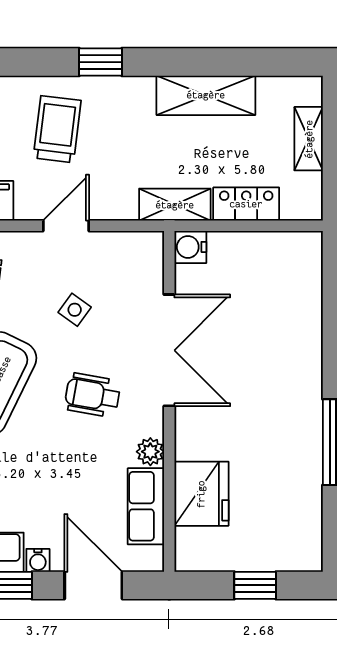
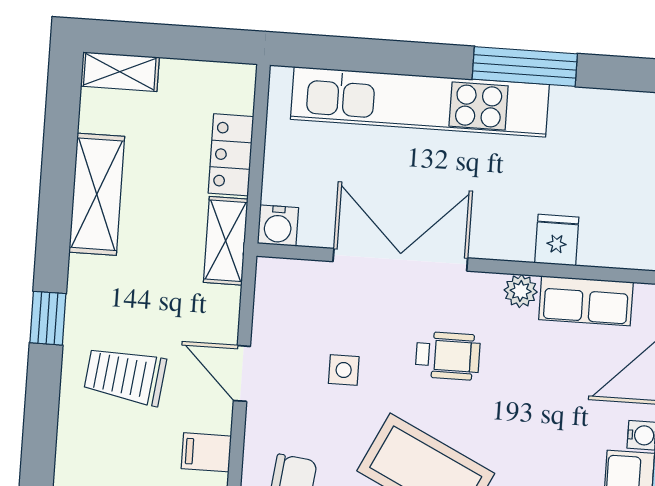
shelving: (309, 139) -> (120, 72), moved
side table: (75, 310) -> (344, 370), turned -36
kitchen unit: (301, 357) -> (420, 102), added
wheelchair: (92, 395) -> (448, 356), turned -100
fridge: (201, 494) -> (557, 240), width x0.53, depth x0.75

